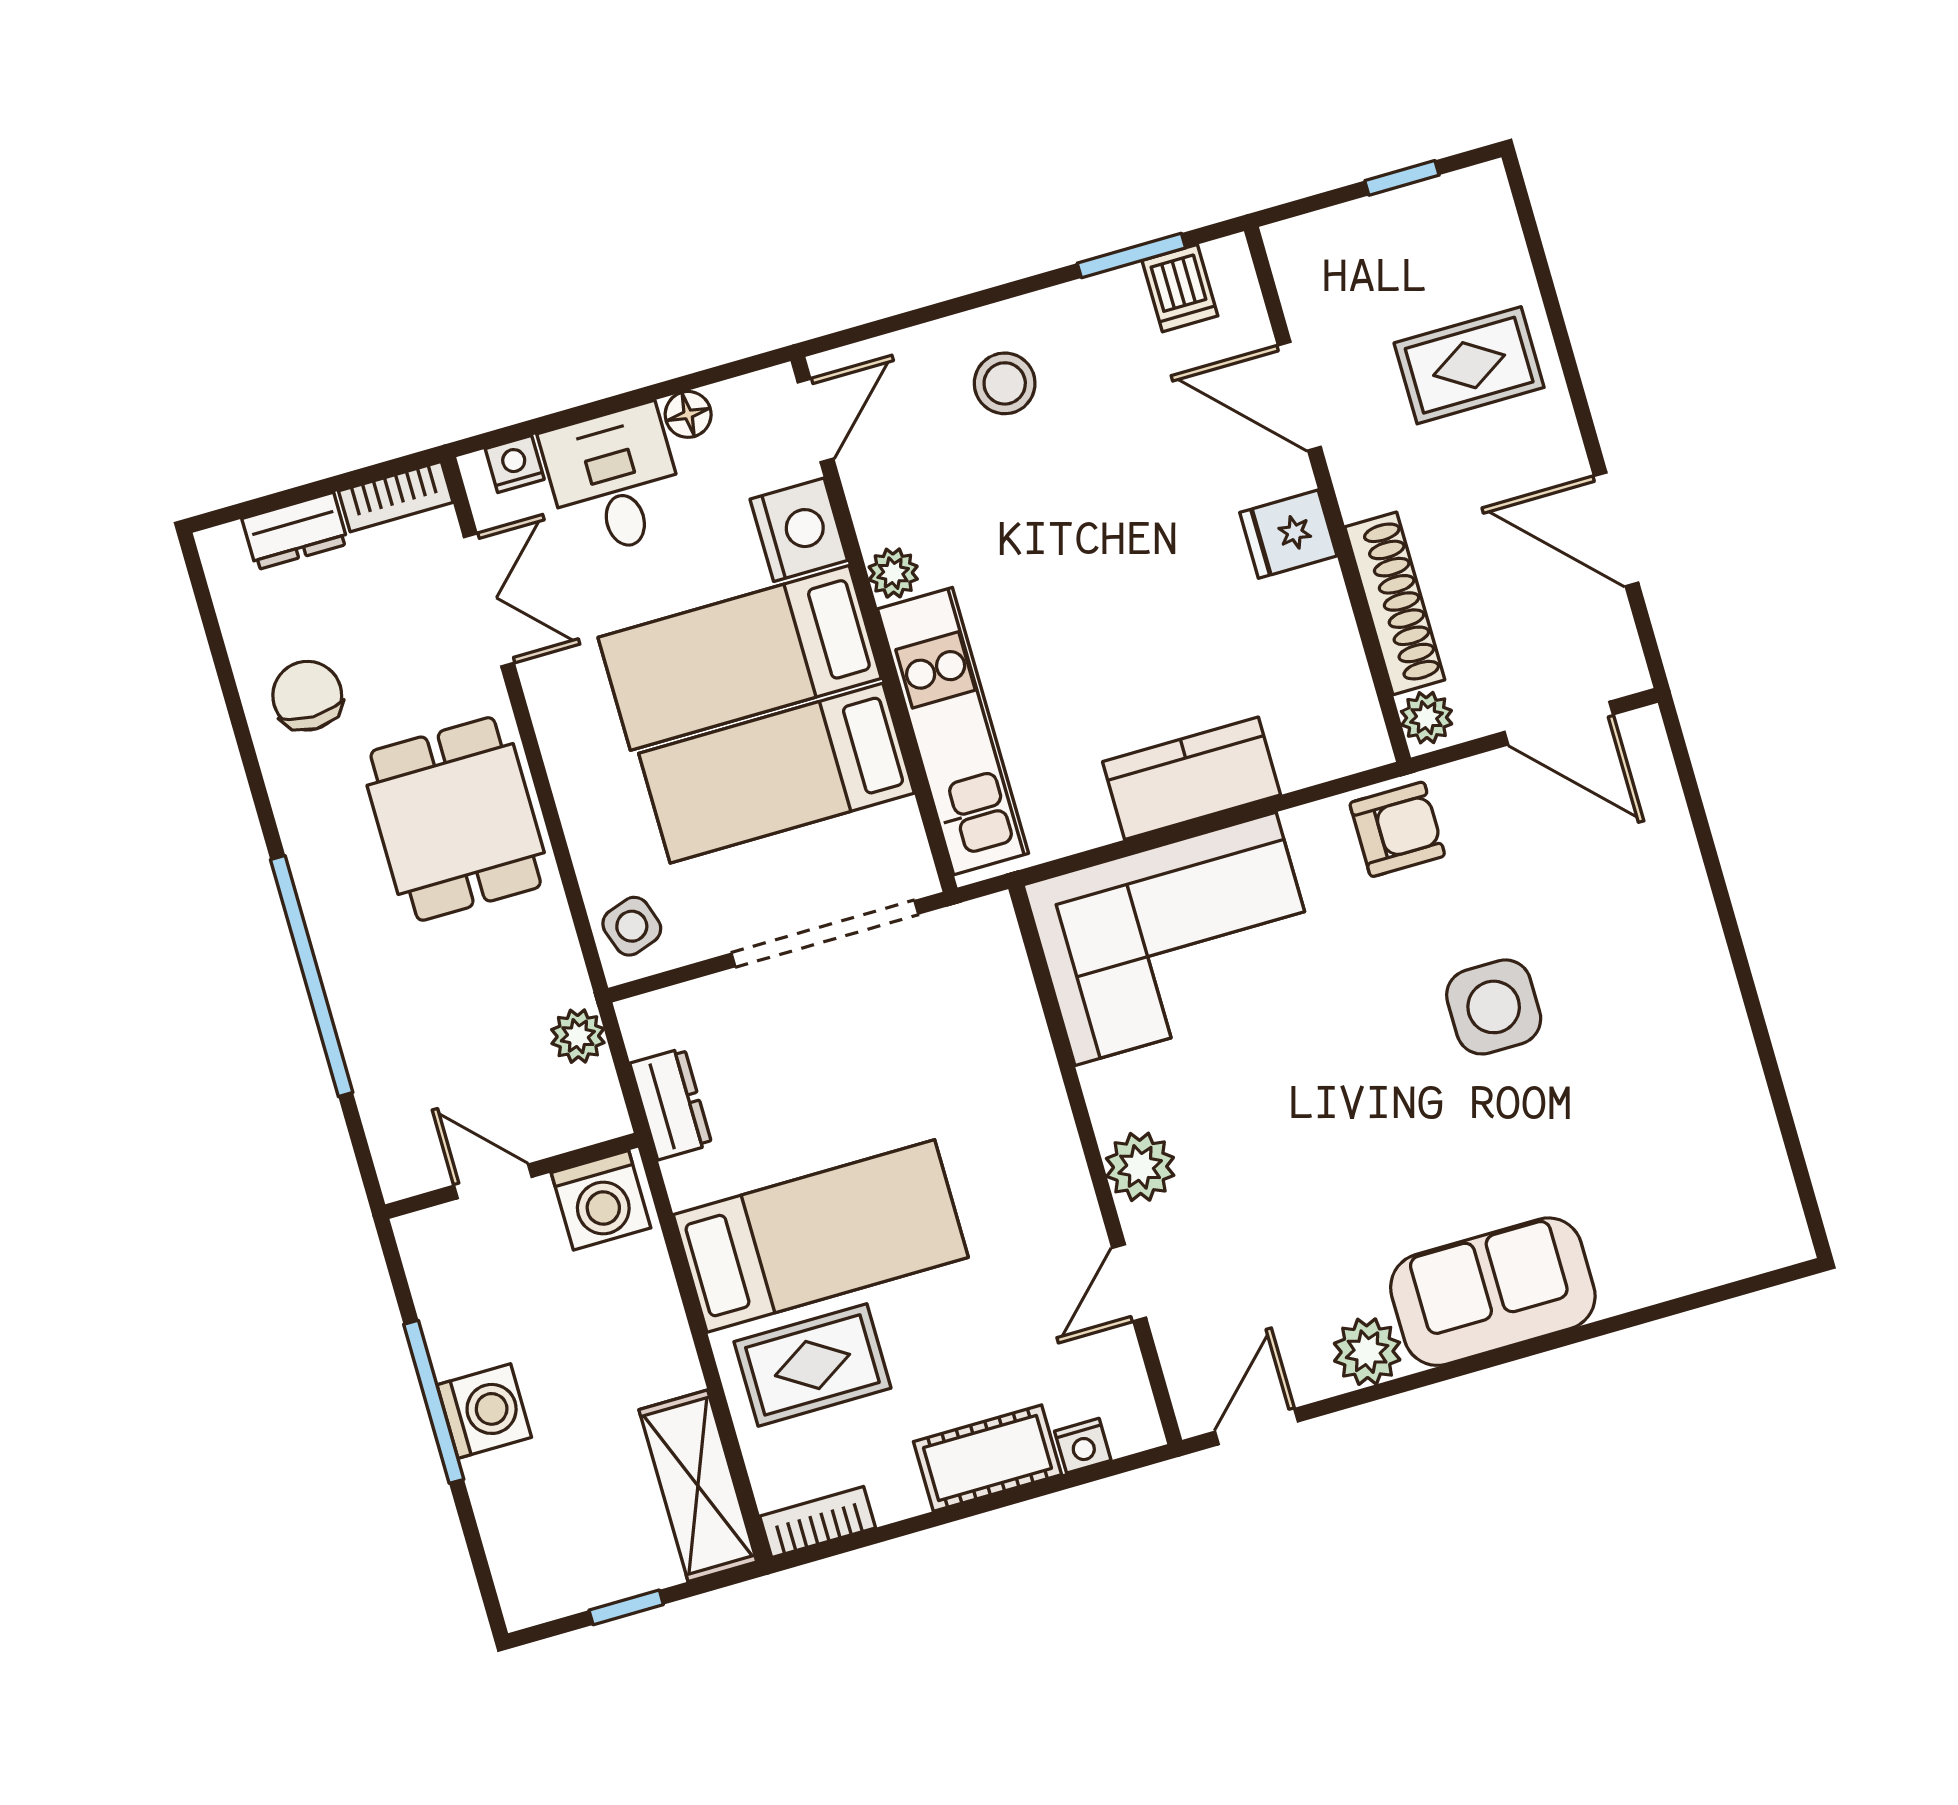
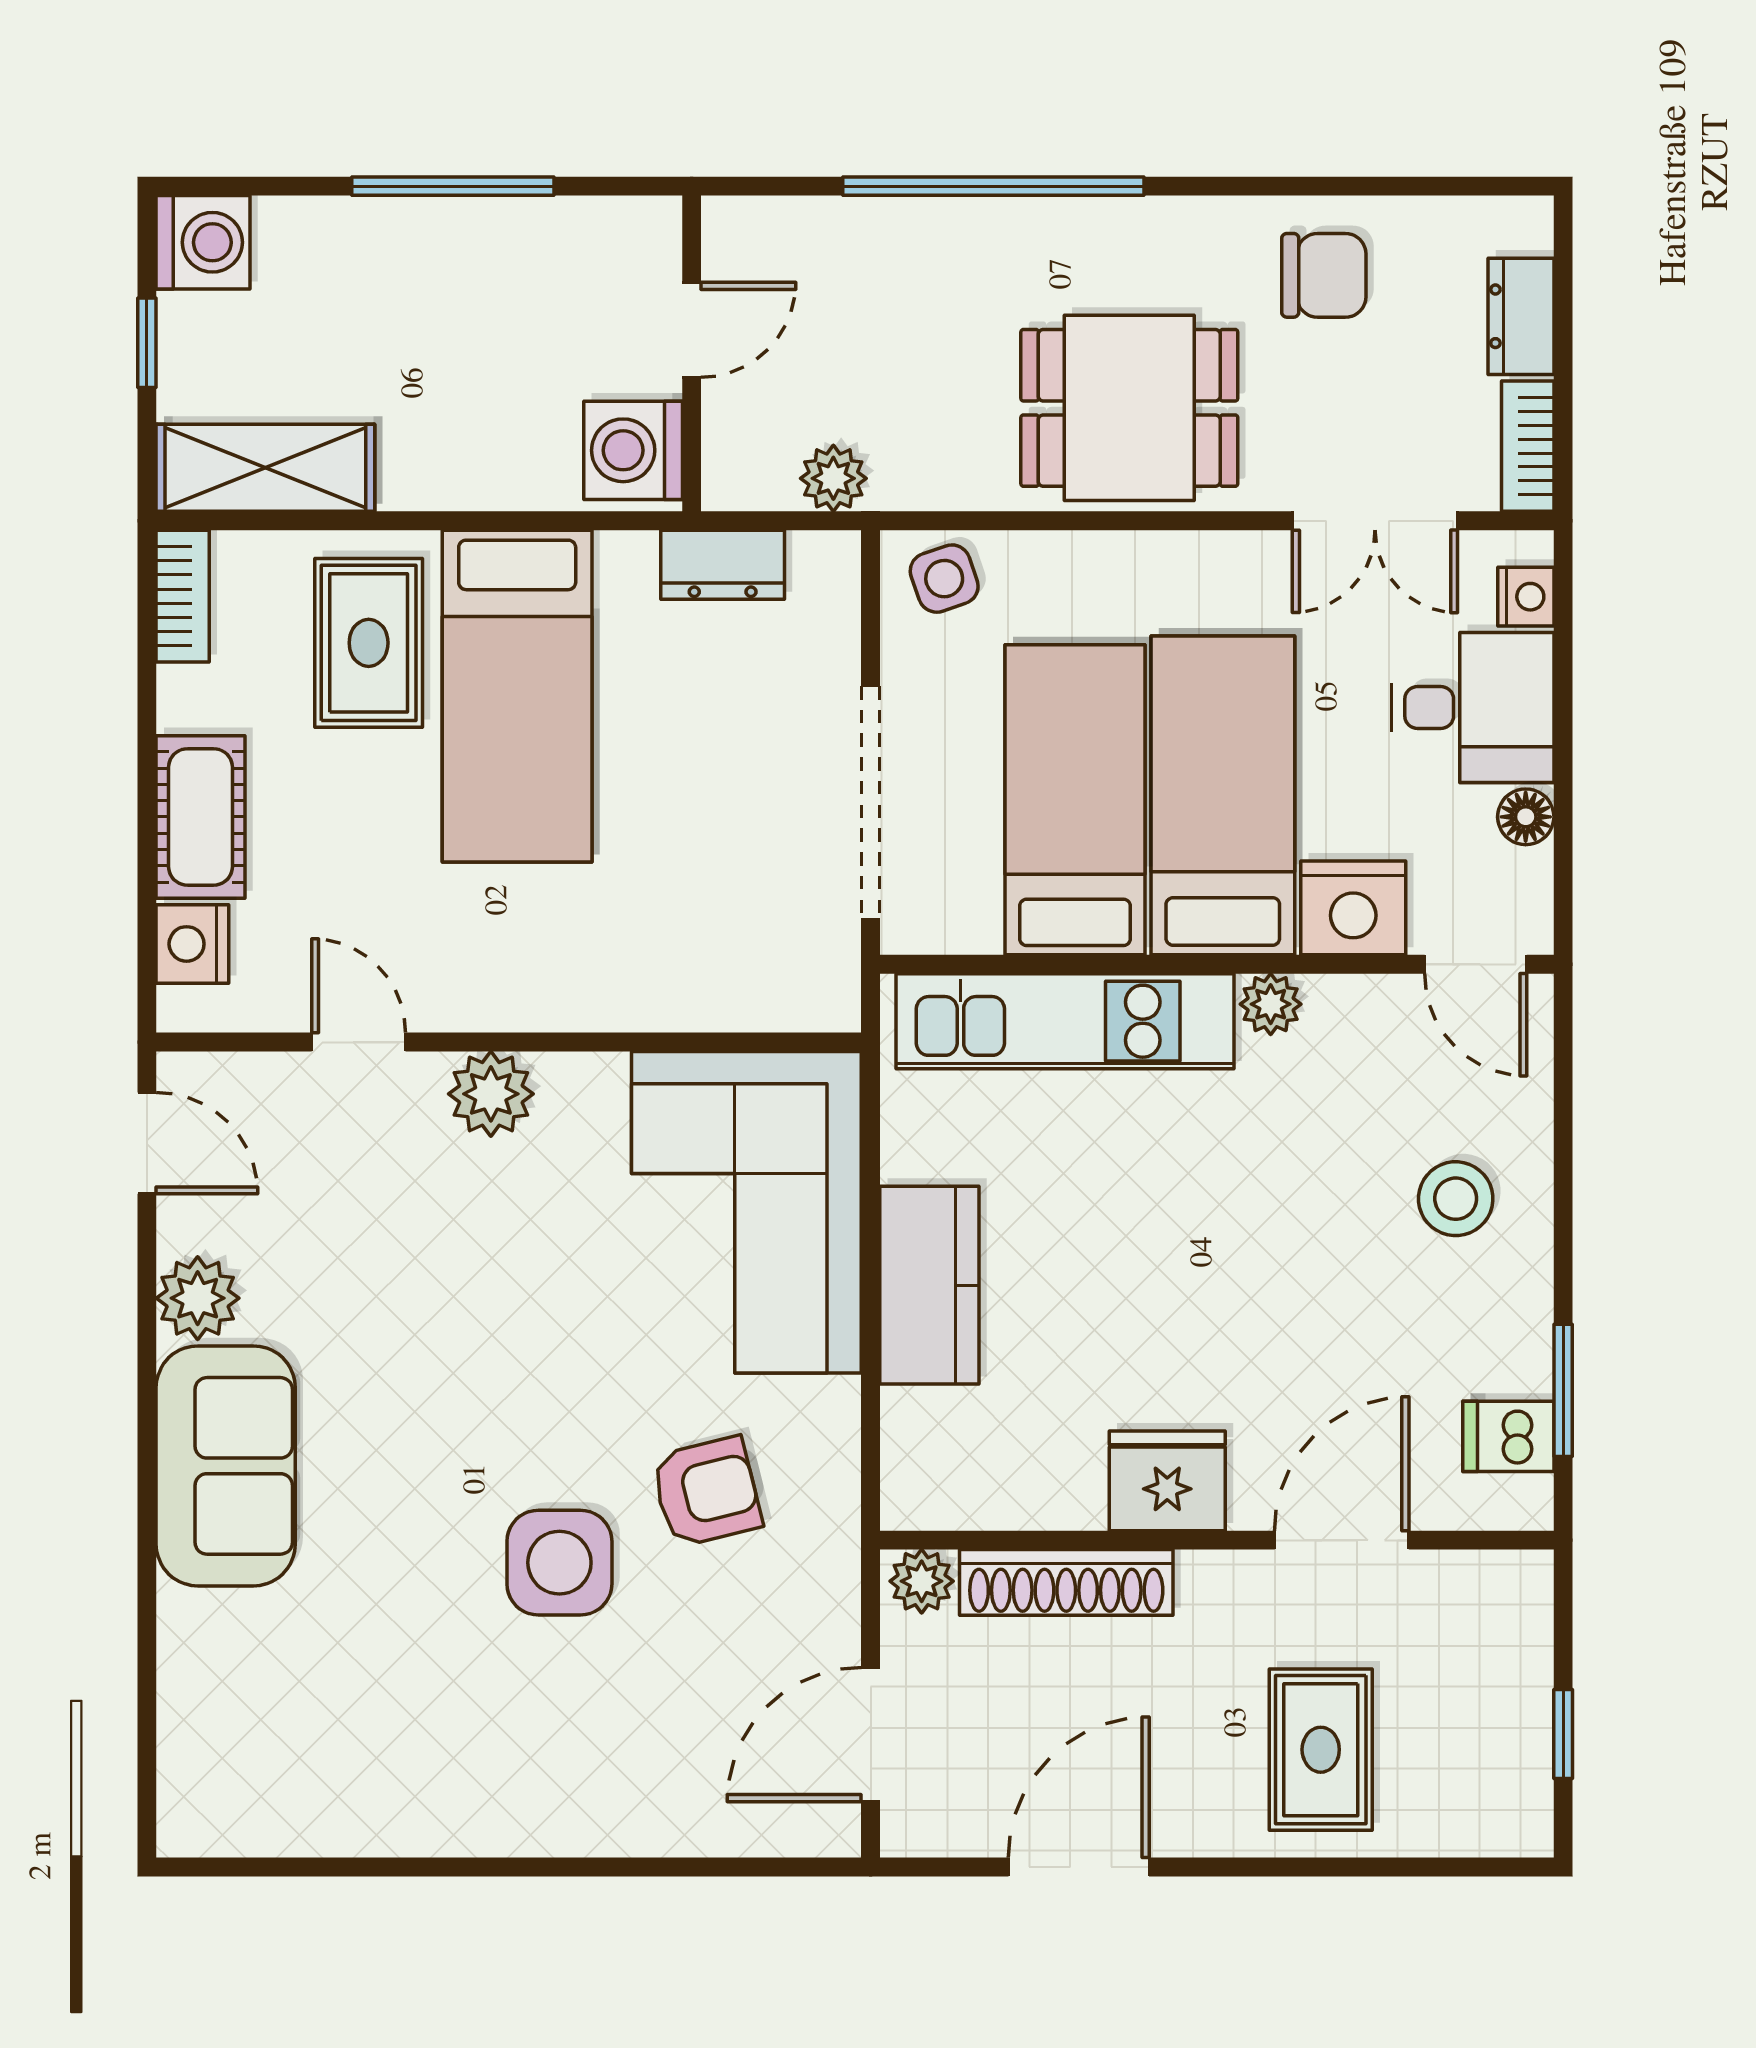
fridge: (1288, 534) -> (1167, 1481), width x1.38
armchair: (1397, 829) -> (706, 1492), moved, turned -104
washing machine: (484, 1411) -> (203, 242), moved, turned -90
nightstand: (1083, 1446) -> (192, 944), width x1.39, depth x1.35

